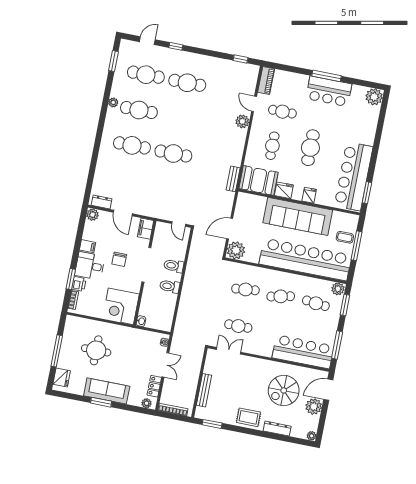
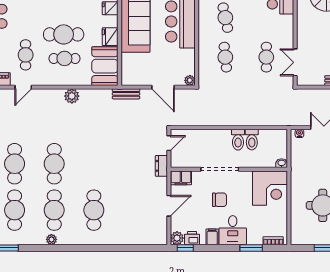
plant: (242, 121) -> (72, 96), moved
cafe table: (310, 148) -> (64, 34), moved
cafe table: (173, 153) -> (54, 164), moved
bench: (233, 179) -> (126, 94), moved
dresser: (102, 202) -> (161, 166), moved
window: (82, 220) -> (185, 248), added
plant: (236, 250) -> (190, 80), width x0.53, depth x0.53
toilet: (174, 266) -> (252, 140), moved
printer: (79, 284) -> (192, 238), moved

